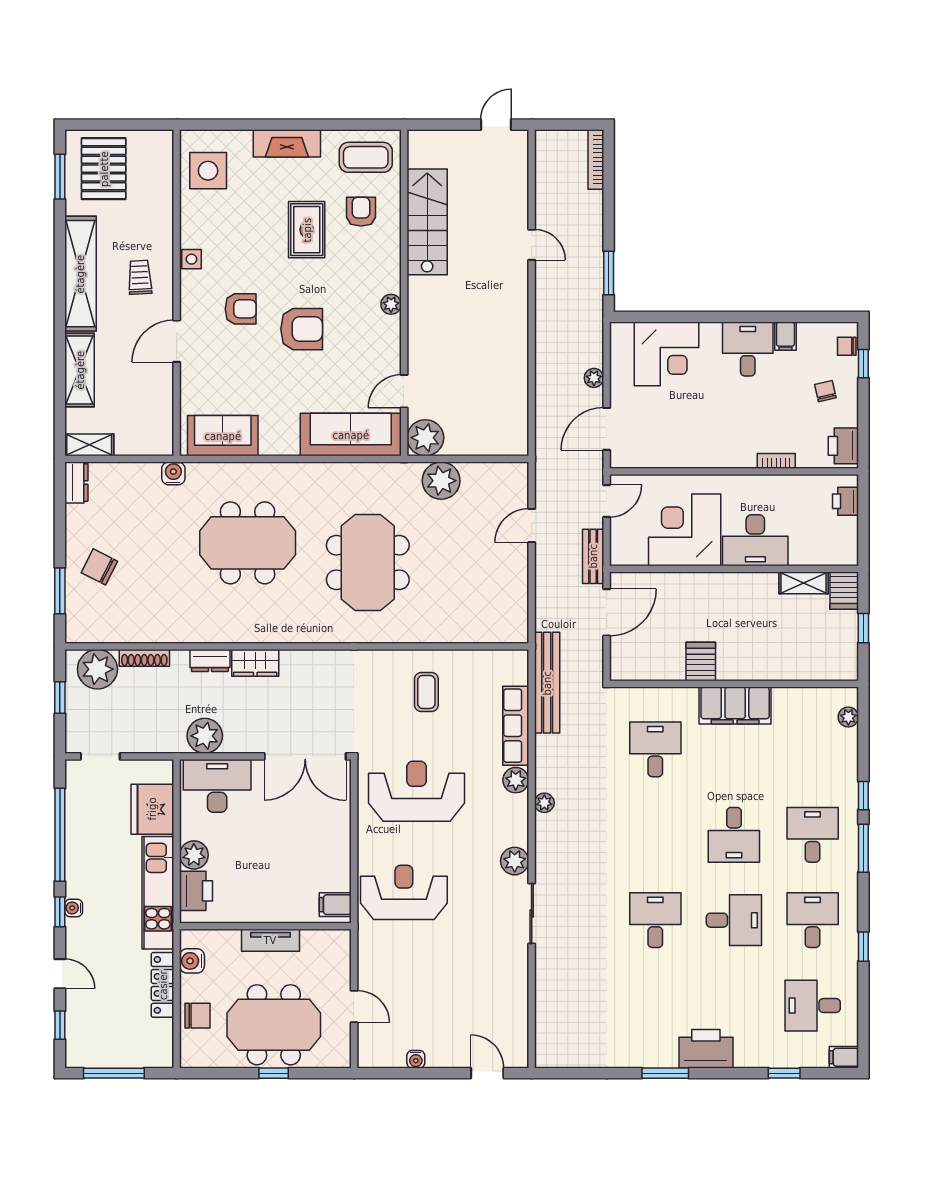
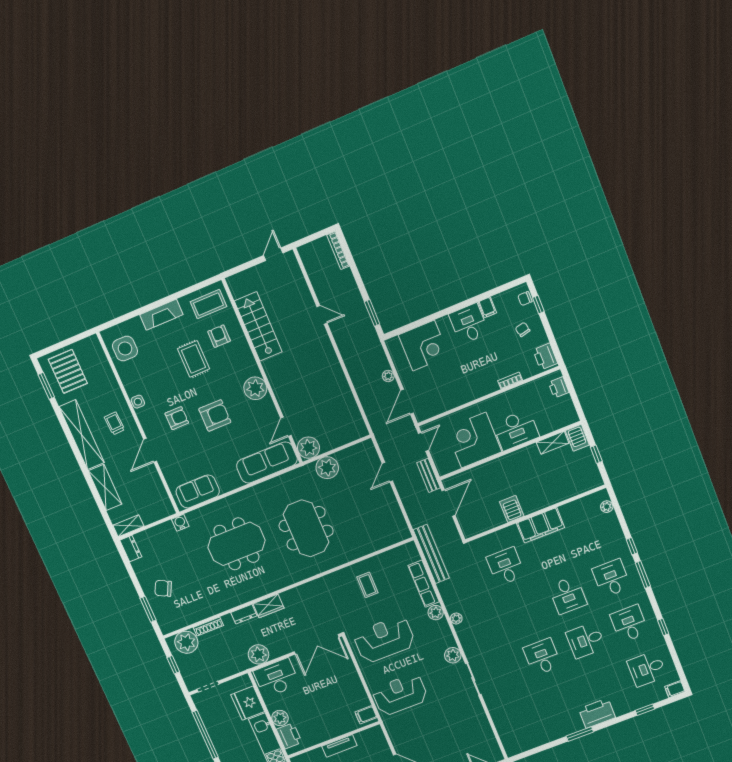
plant: (391, 304) -> (255, 388), width x1.87, depth x1.87
desk: (734, 920) -> (586, 640), turned 180

